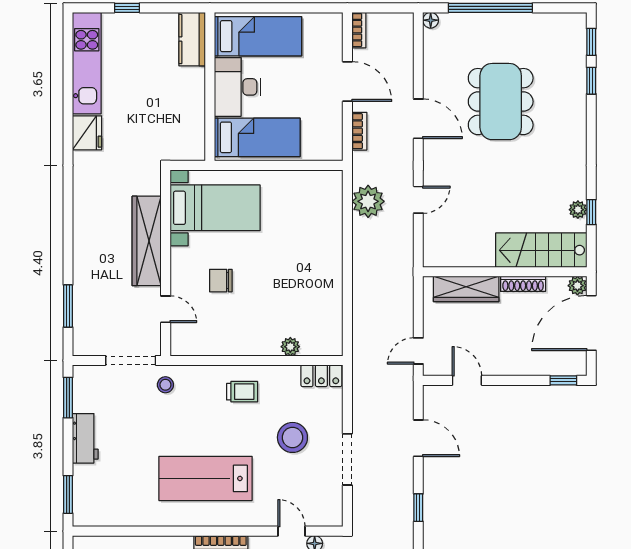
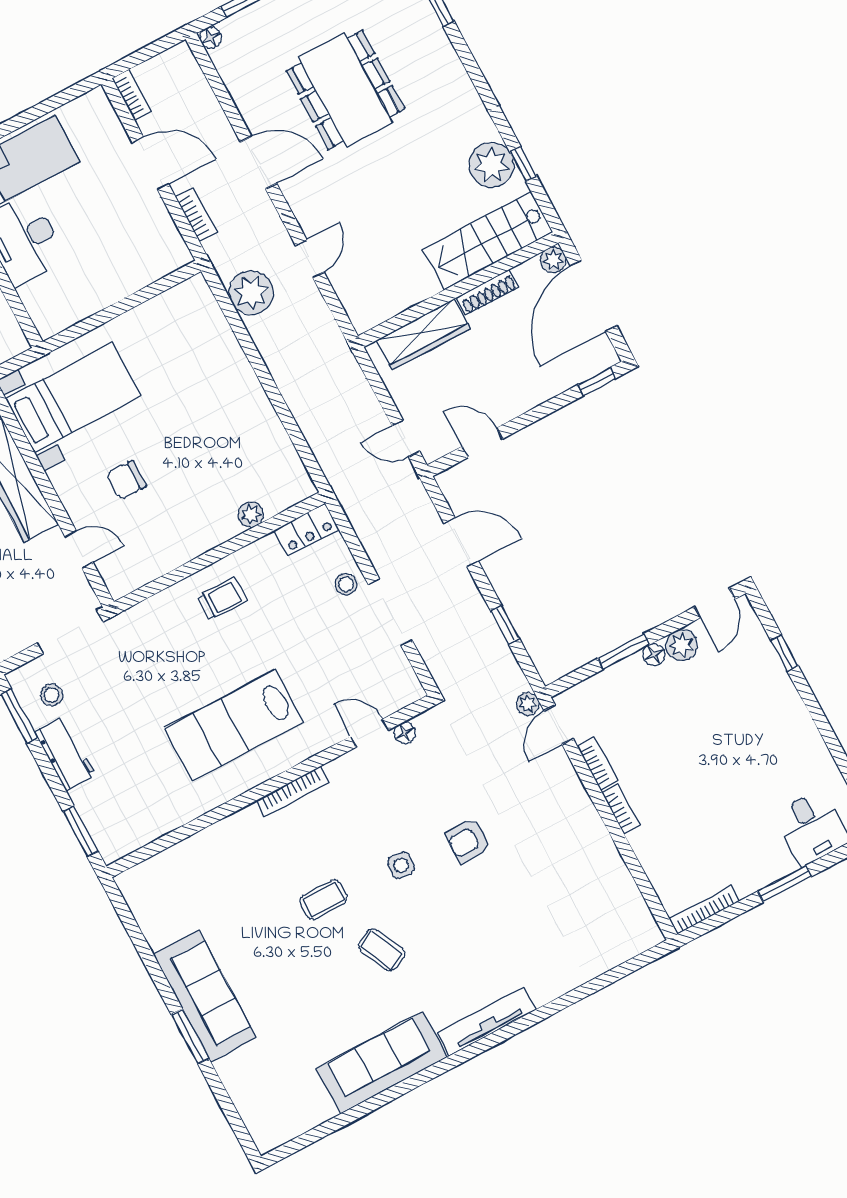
bed: (257, 137) -> (79, 287), removed
plant: (578, 210) -> (492, 165), width x1.87, depth x1.87
door: (418, 351) -> (406, 438), hinge flipped
stool: (165, 385) -> (52, 695), moved
stool: (292, 437) -> (346, 584), moved, width x0.53, depth x0.53

